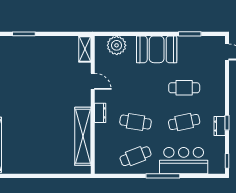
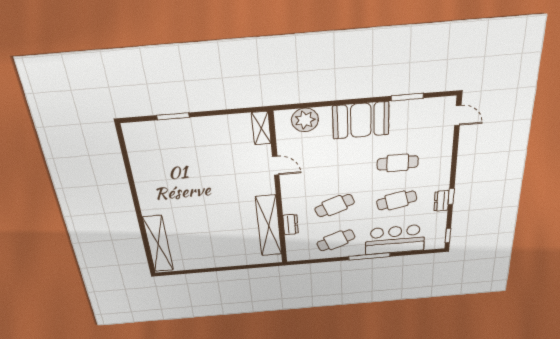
dresser: (100, 113) -> (291, 225), moved
cafe table: (136, 122) -> (335, 206), turned -30

